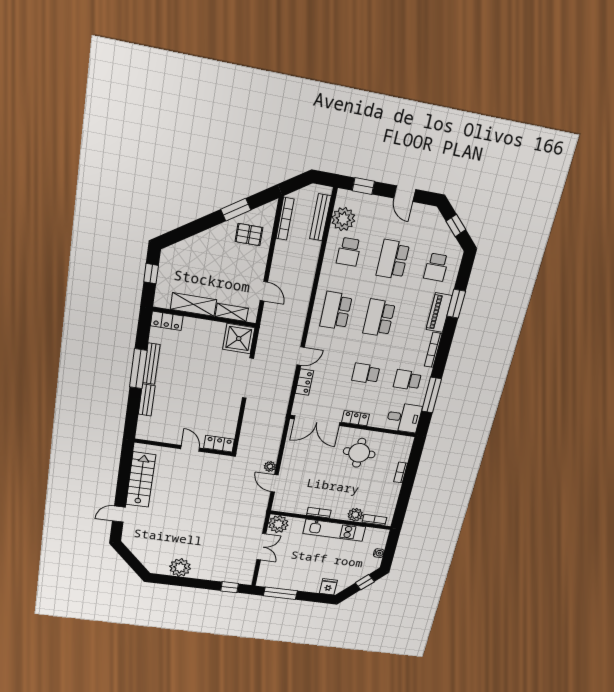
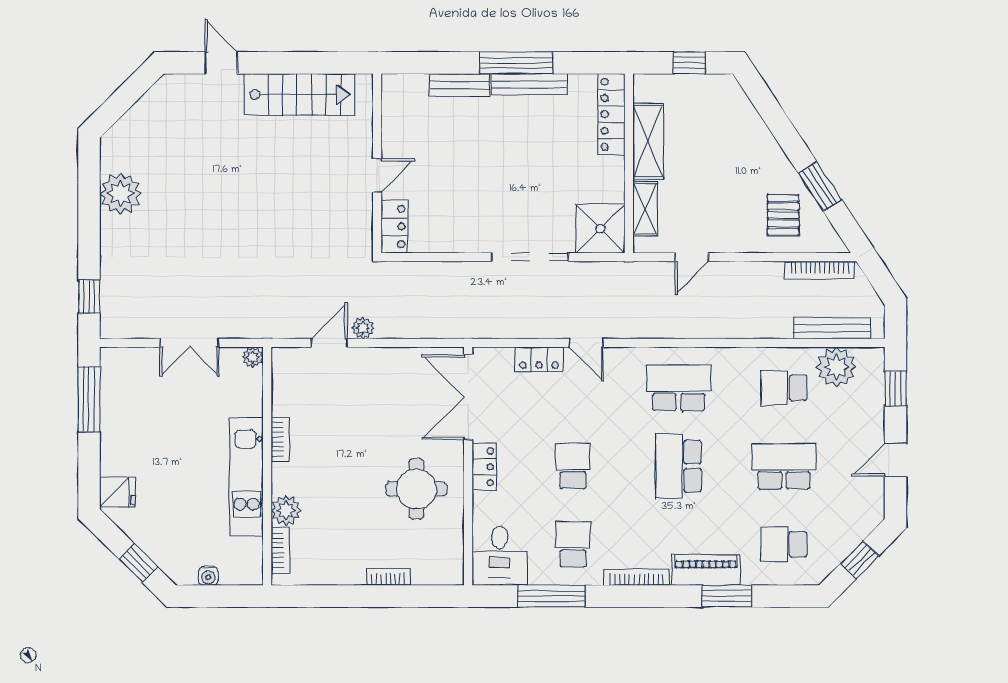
school desk: (379, 318) -> (678, 466), turned -90
locker: (167, 321) -> (611, 114), width x1.53
plant: (278, 524) -> (253, 357), width x0.53, depth x0.53

